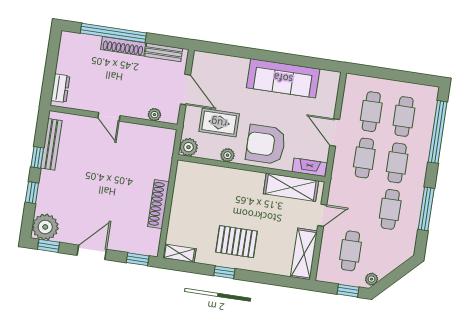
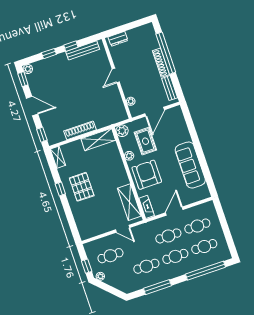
plant: (45, 227) -> (28, 69), width x0.53, depth x0.53
shelving: (304, 254) -> (98, 139), moved

